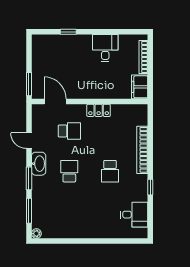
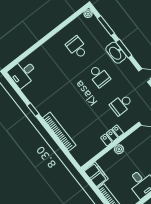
plant: (102, 94) -> (119, 149), added
washbasin: (39, 164) -> (116, 53), moved
school desk: (110, 171) -> (77, 48), moved
desk: (134, 215) -> (23, 73), moved

